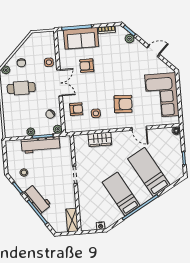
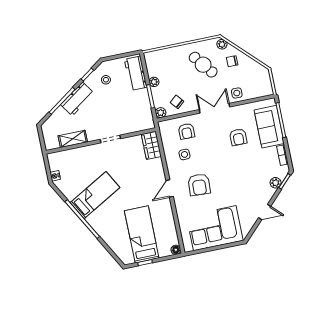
door: (153, 51) -> (265, 212), hinge flipped
armchair: (87, 66) -> (238, 137), turned 180
double door: (60, 83) -> (214, 108), swing flipped
cafe table: (21, 88) -> (203, 65), turned -38
door: (139, 128) -> (170, 188), moved
wardrobe: (100, 139) -> (151, 145), moved
workbench: (41, 145) -> (136, 73), moved, width x0.73
bed: (149, 172) -> (142, 234), moved, turned -61
shelving: (72, 220) -> (73, 139), moved

